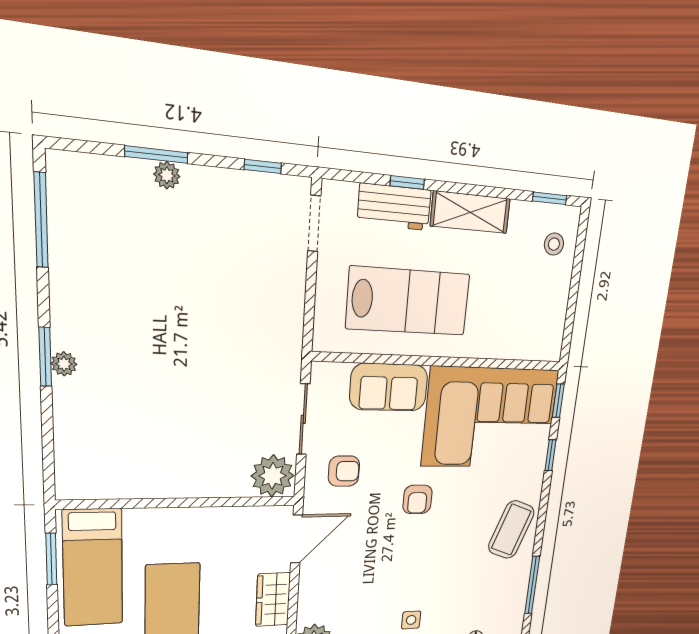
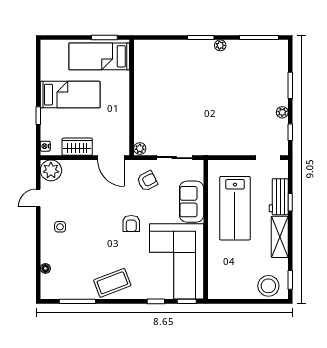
plant: (167, 175) -> (282, 112), moved
stool: (554, 244) -> (268, 286), width x1.89, depth x1.89
plant: (64, 364) -> (220, 45), moved
armchair: (344, 471) -> (147, 181), turned -117
plant: (273, 476) -> (140, 149), width x0.53, depth x0.53
armchair: (418, 499) -> (131, 224), turned -90
coffee table: (511, 530) -> (112, 283), turned -41

